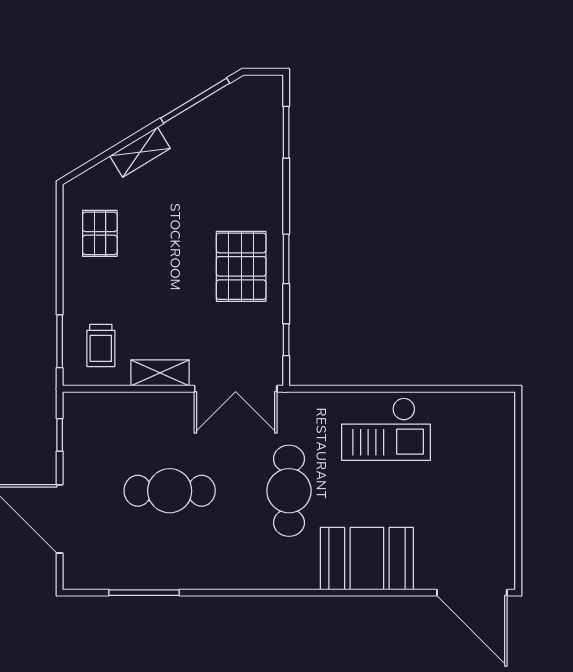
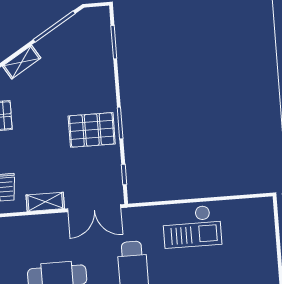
pallet: (241, 266) -> (92, 130), turned 90

